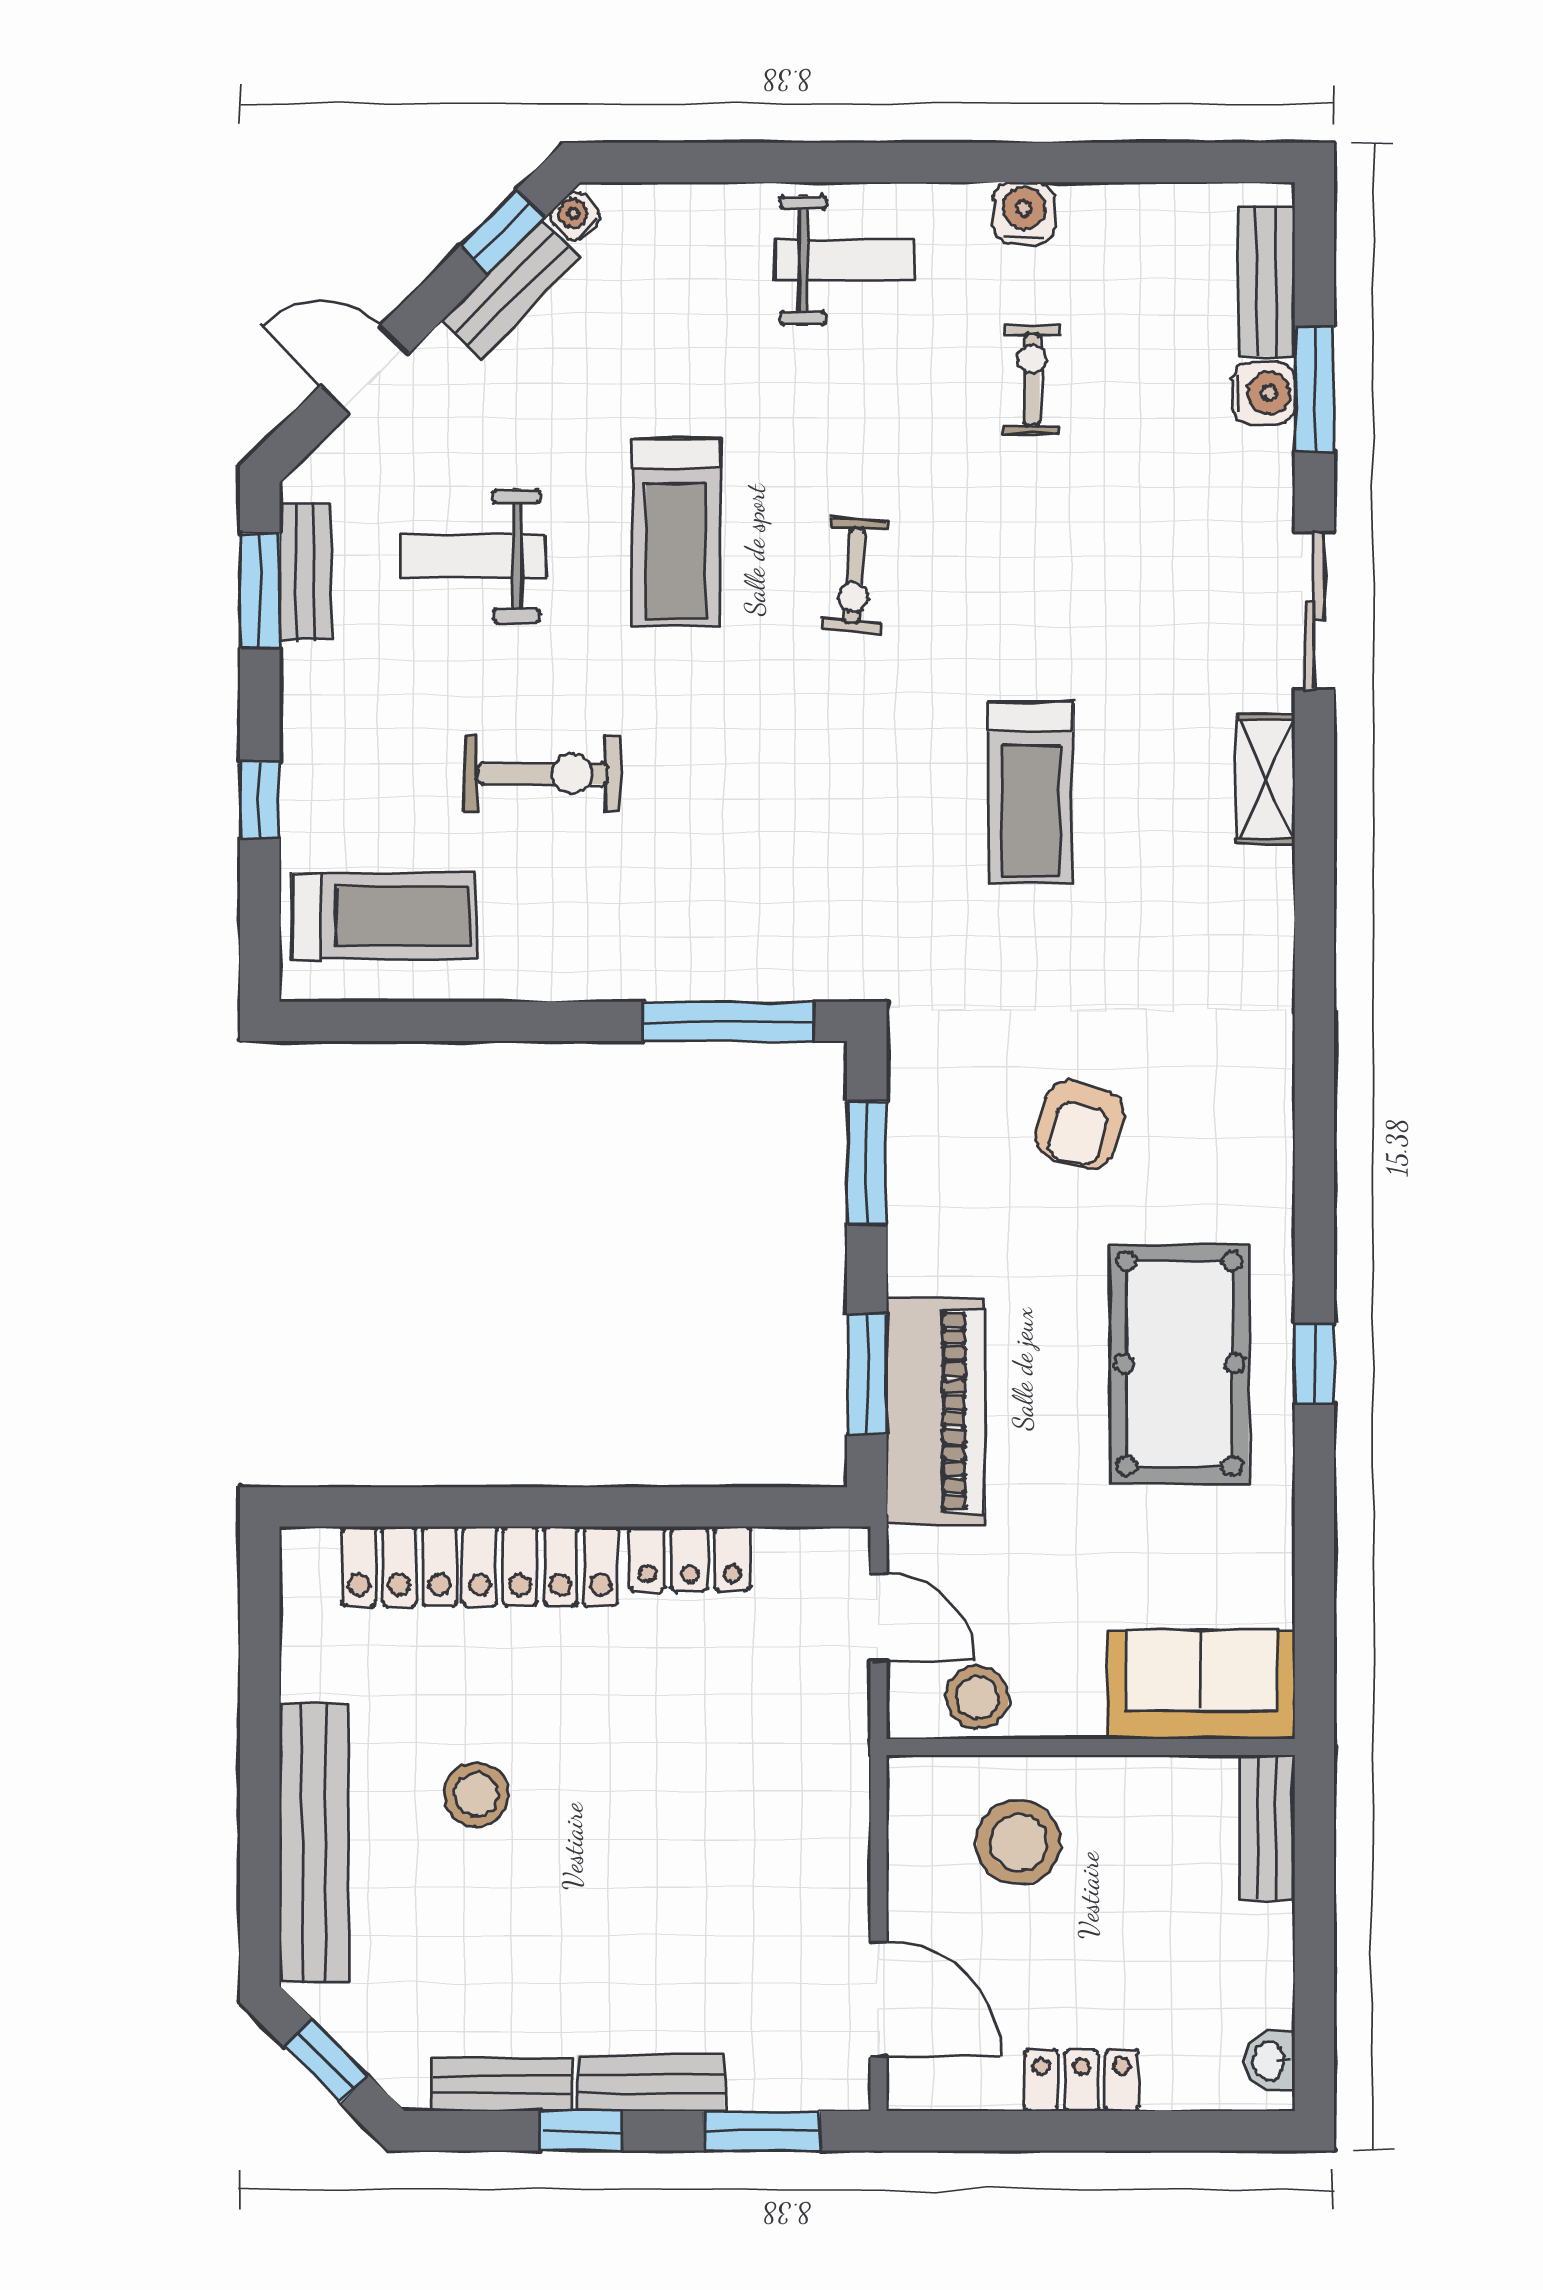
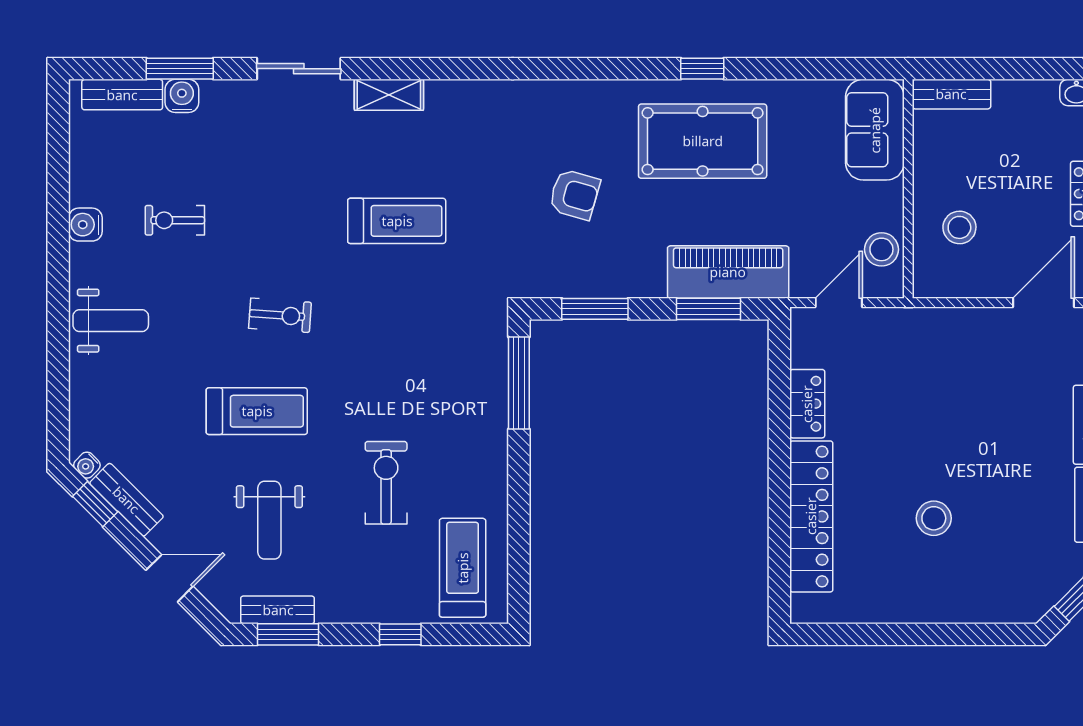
weight bench: (845, 260) -> (111, 321), turned 90
door: (364, 370) -> (169, 578), swing flipped
stool: (1019, 1842) -> (959, 227), width x0.73, depth x0.73
bench: (314, 1843) -> (960, 605), removed

